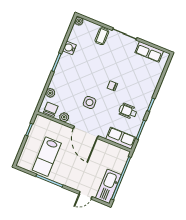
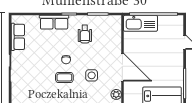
coffee table: (102, 36) -> (64, 77), moved
door: (86, 132) -> (122, 67), hinge flipped
row of seats: (121, 138) -> (54, 22), moved, turned -90
kitchen sink: (108, 186) -> (140, 23), moved

